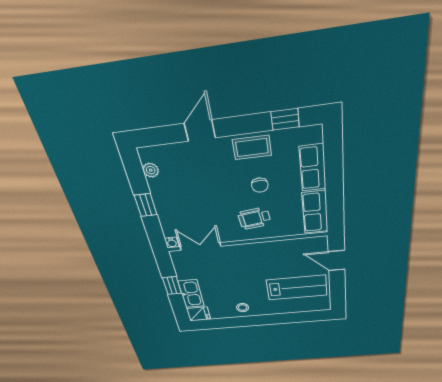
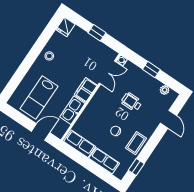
door: (200, 131) -> (168, 119), moved
wheelchair: (254, 218) -> (132, 102), moved, turned -83
filing cabinet: (243, 252) -> (86, 90), added
kitchen sink: (191, 294) -> (72, 110), moved, turned 90

